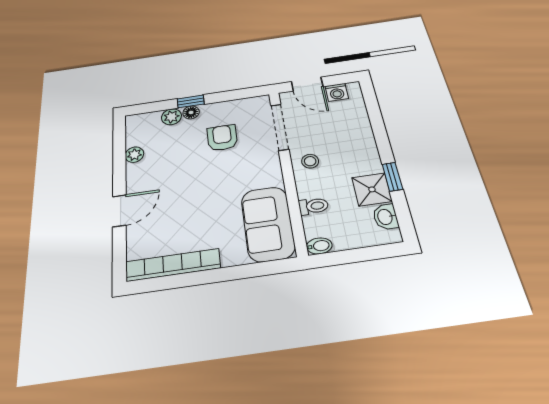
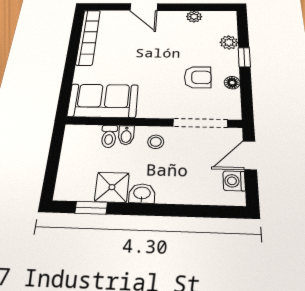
floor lamp: (191, 112) -> (232, 83), moved
window: (392, 177) -> (91, 208), moved
washbasin: (386, 217) -> (142, 193), moved
bidet: (319, 246) -> (126, 135), moved

